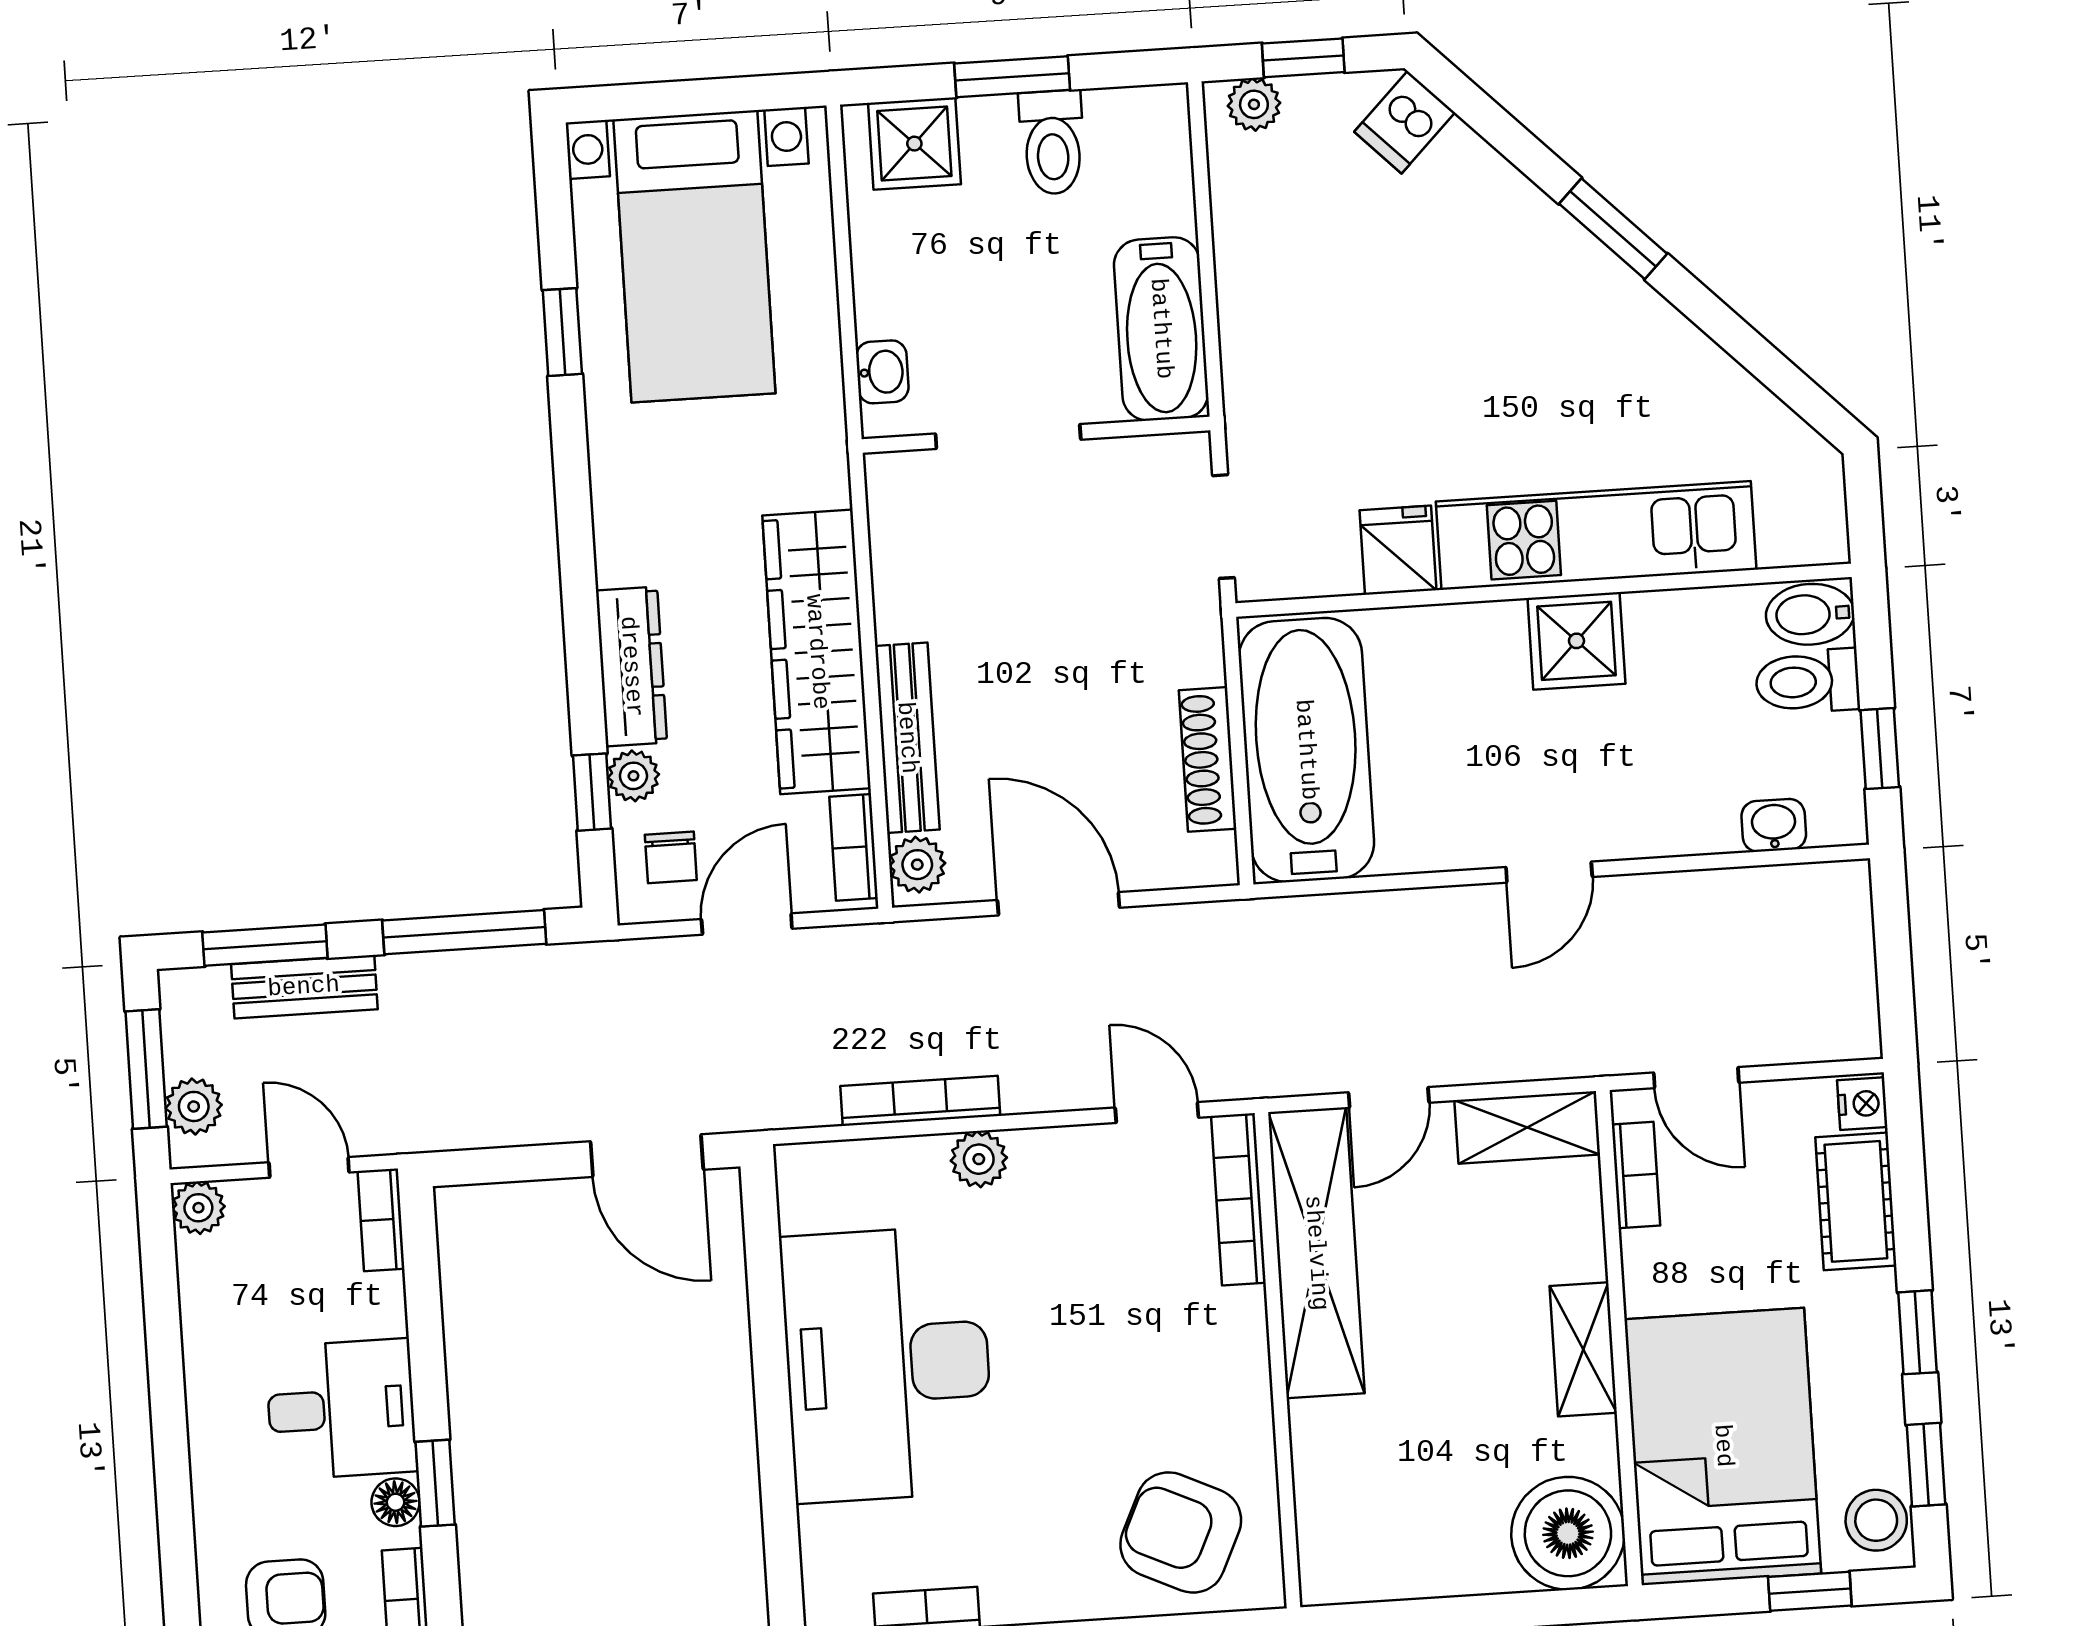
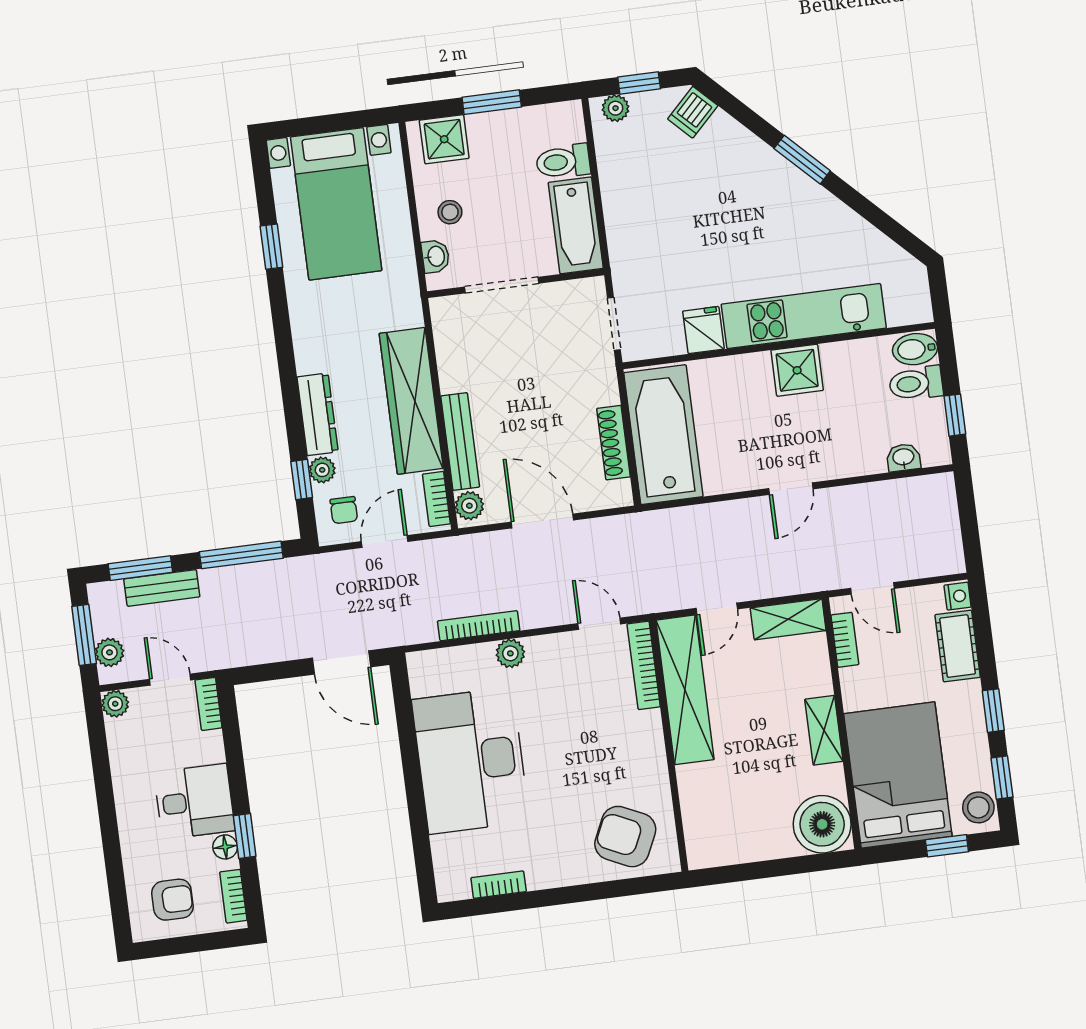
toilet: (1052, 142) -> (563, 162), moved, turned 90
stool: (916, 287) -> (450, 212), added

